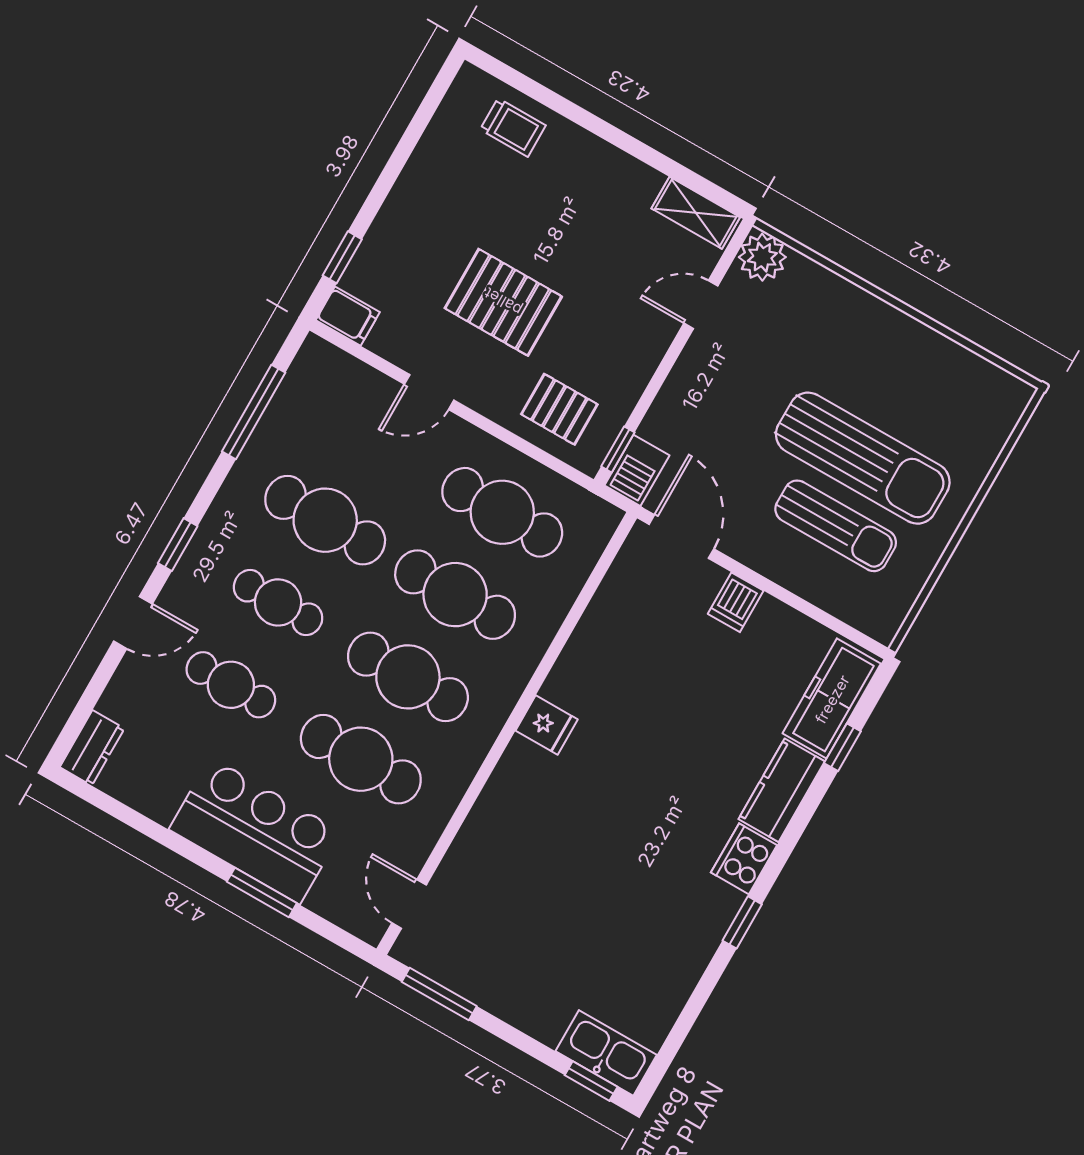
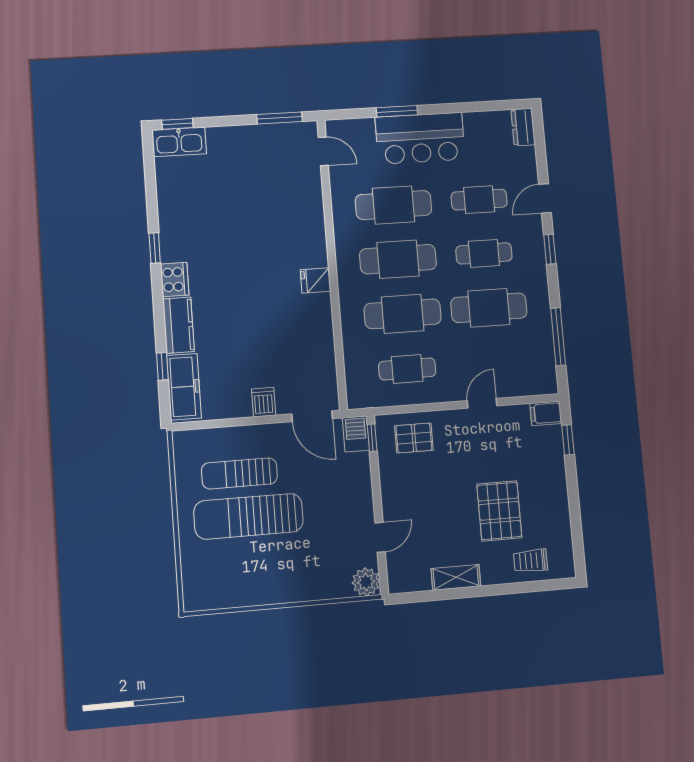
shelving: (696, 213) -> (456, 577), moved
pallet: (503, 302) -> (499, 511), moved, turned 90
cafe table: (502, 512) -> (407, 369), width x0.73, depth x0.74

